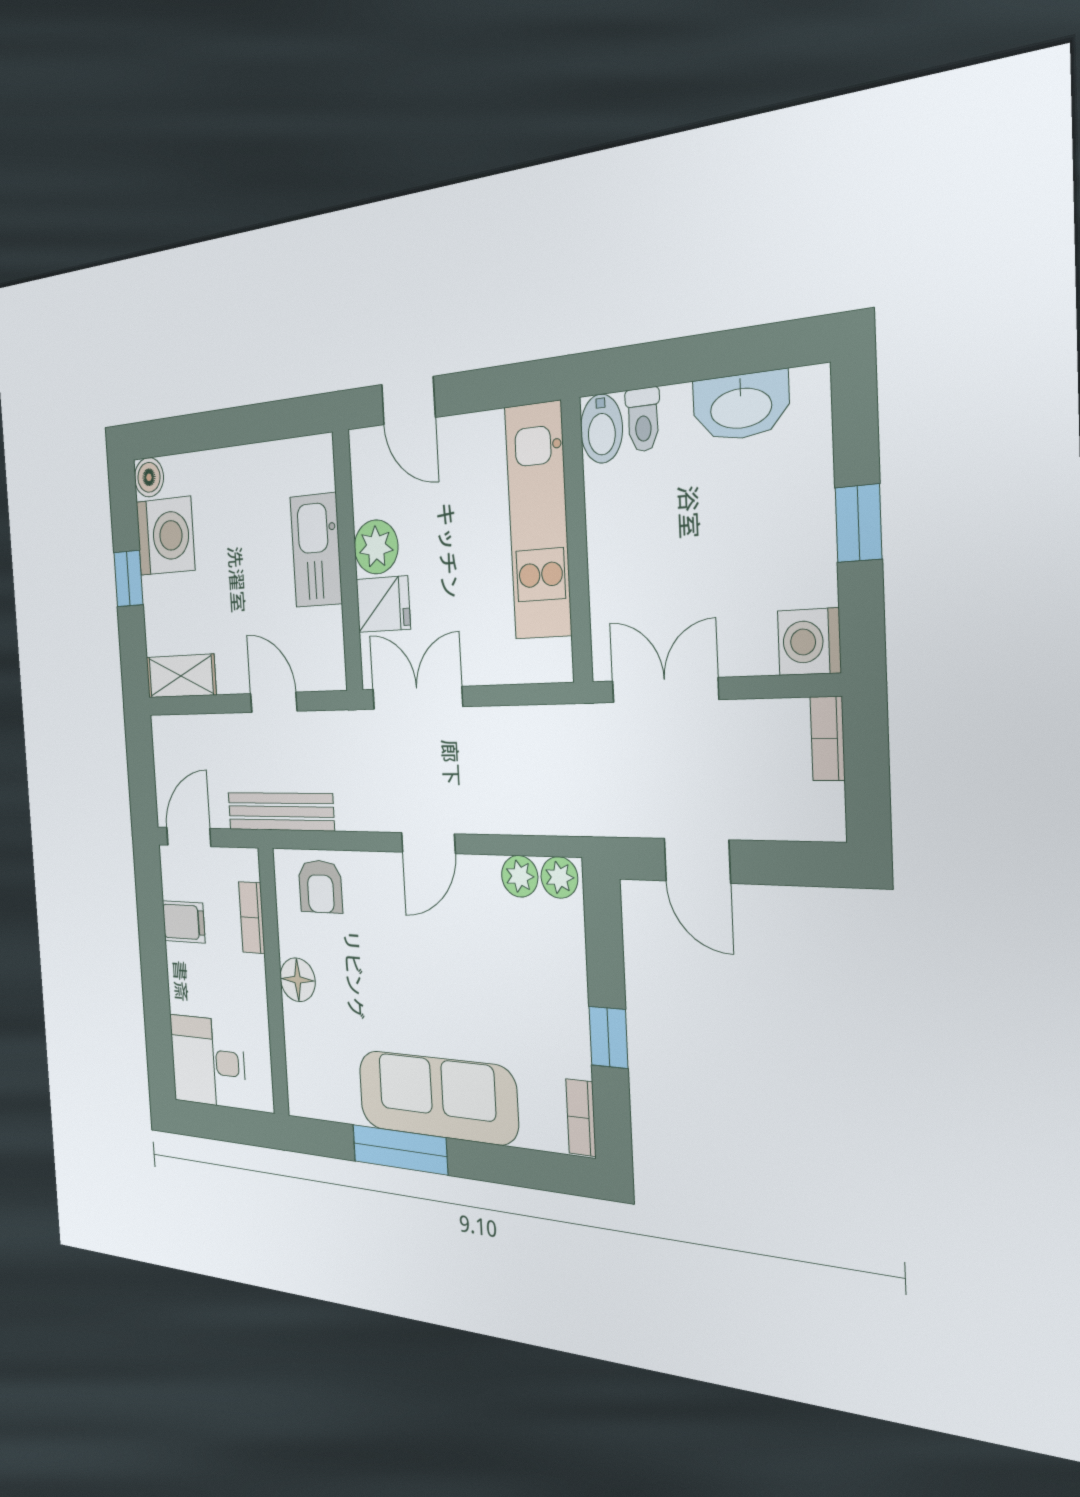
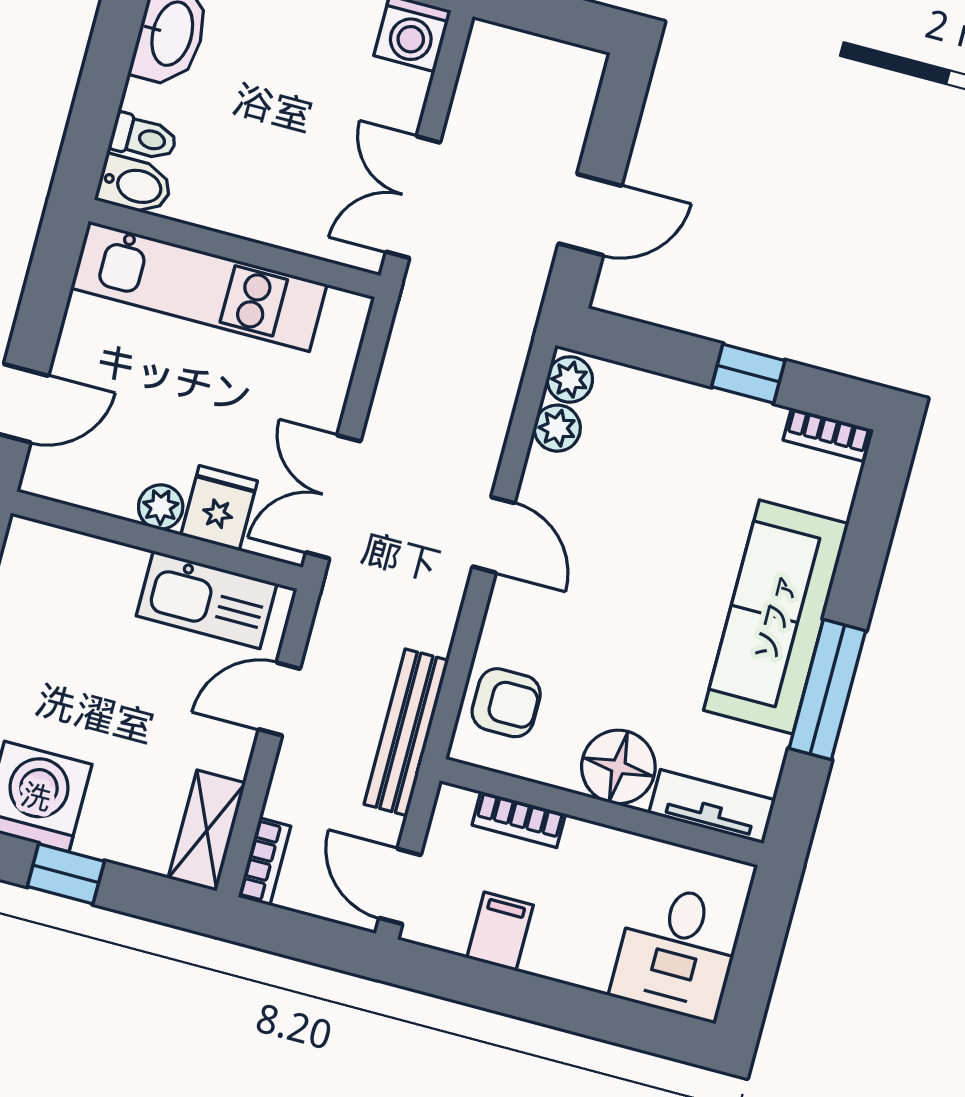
plant: (376, 547) -> (161, 507), width x0.73, depth x0.73
kitchen sink: (316, 550) -> (207, 600), moved
bookcase: (828, 739) -> (264, 862), moved, turned -90
floor lamp: (298, 980) -> (618, 767), width x1.38, depth x1.38
tv unit: (300, 1070) -> (712, 806), added

